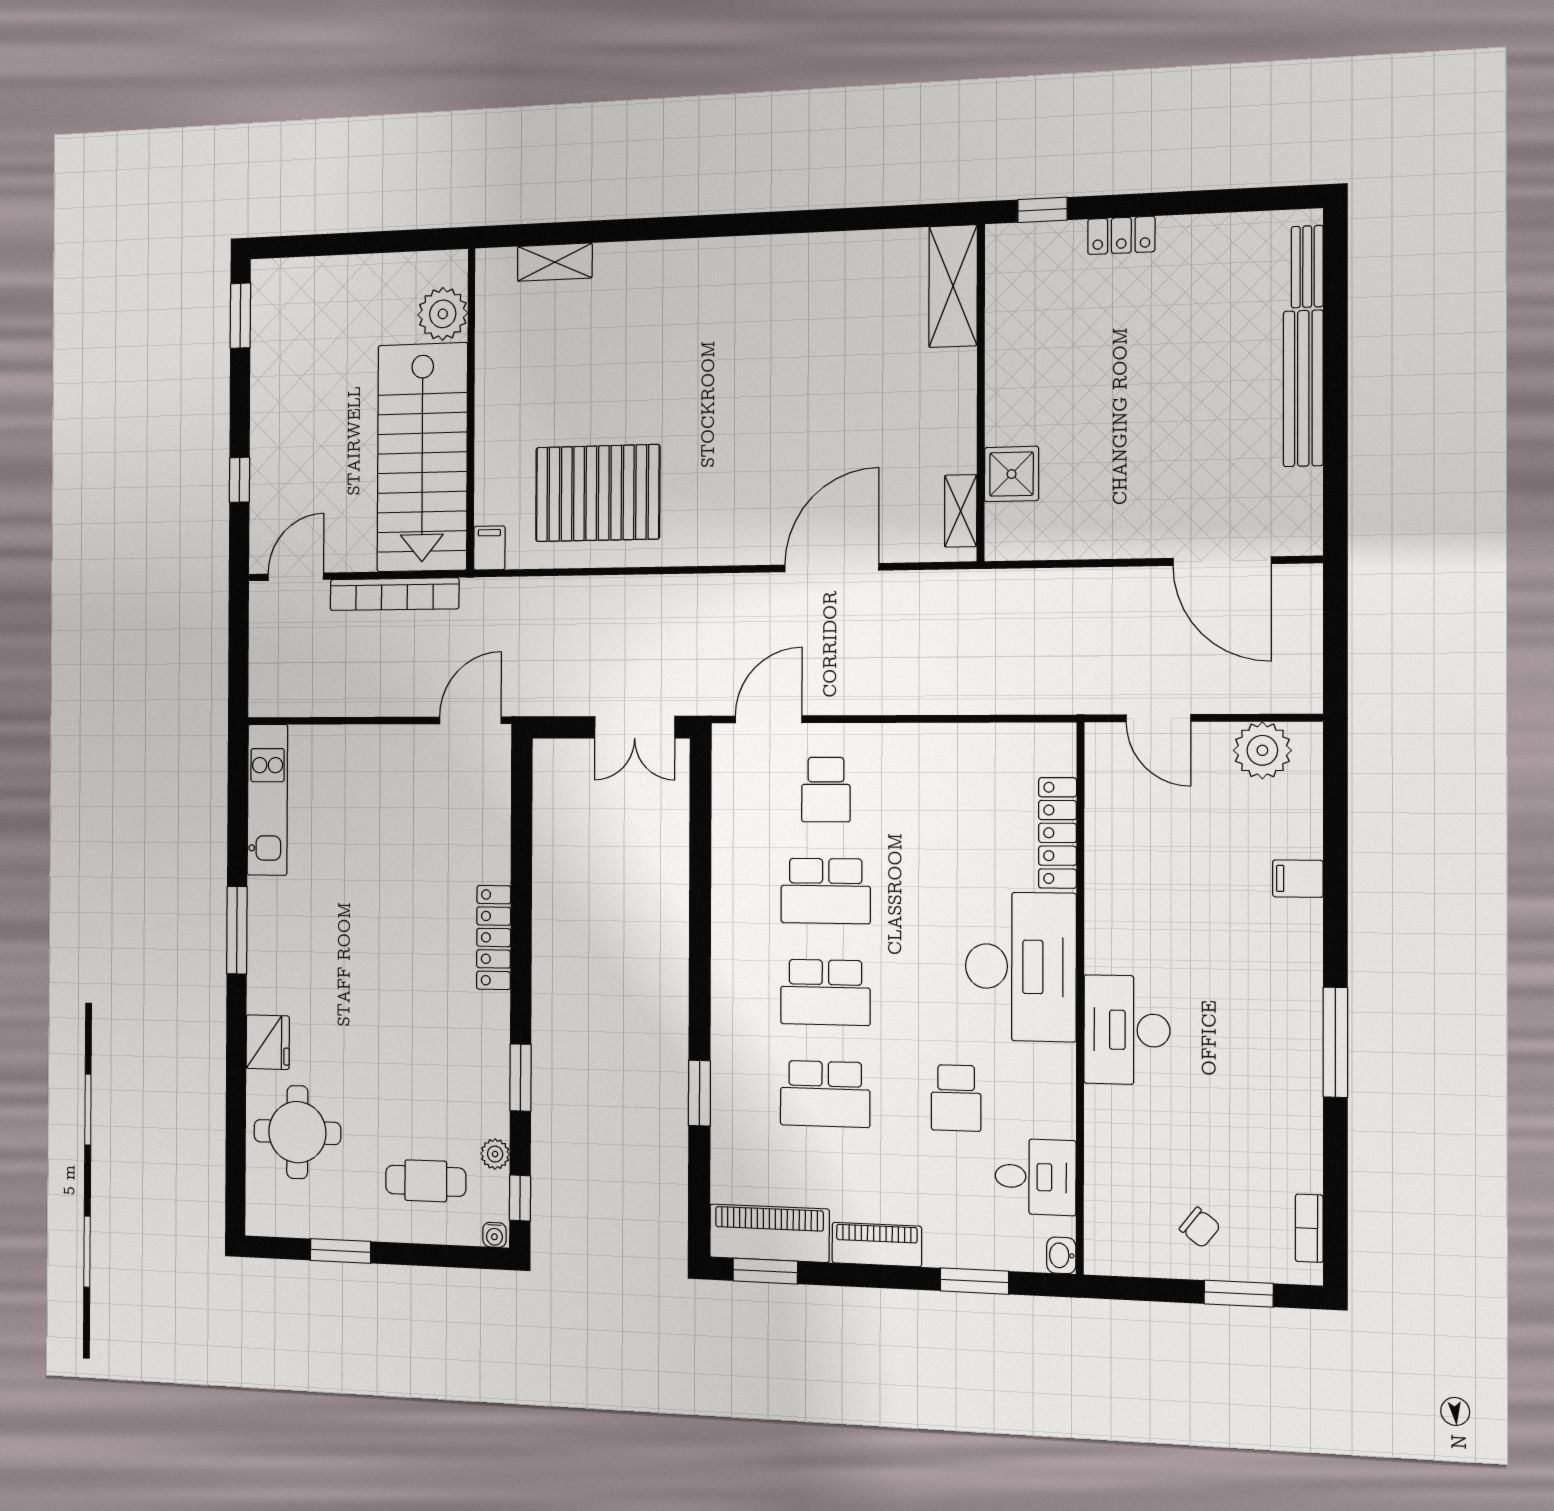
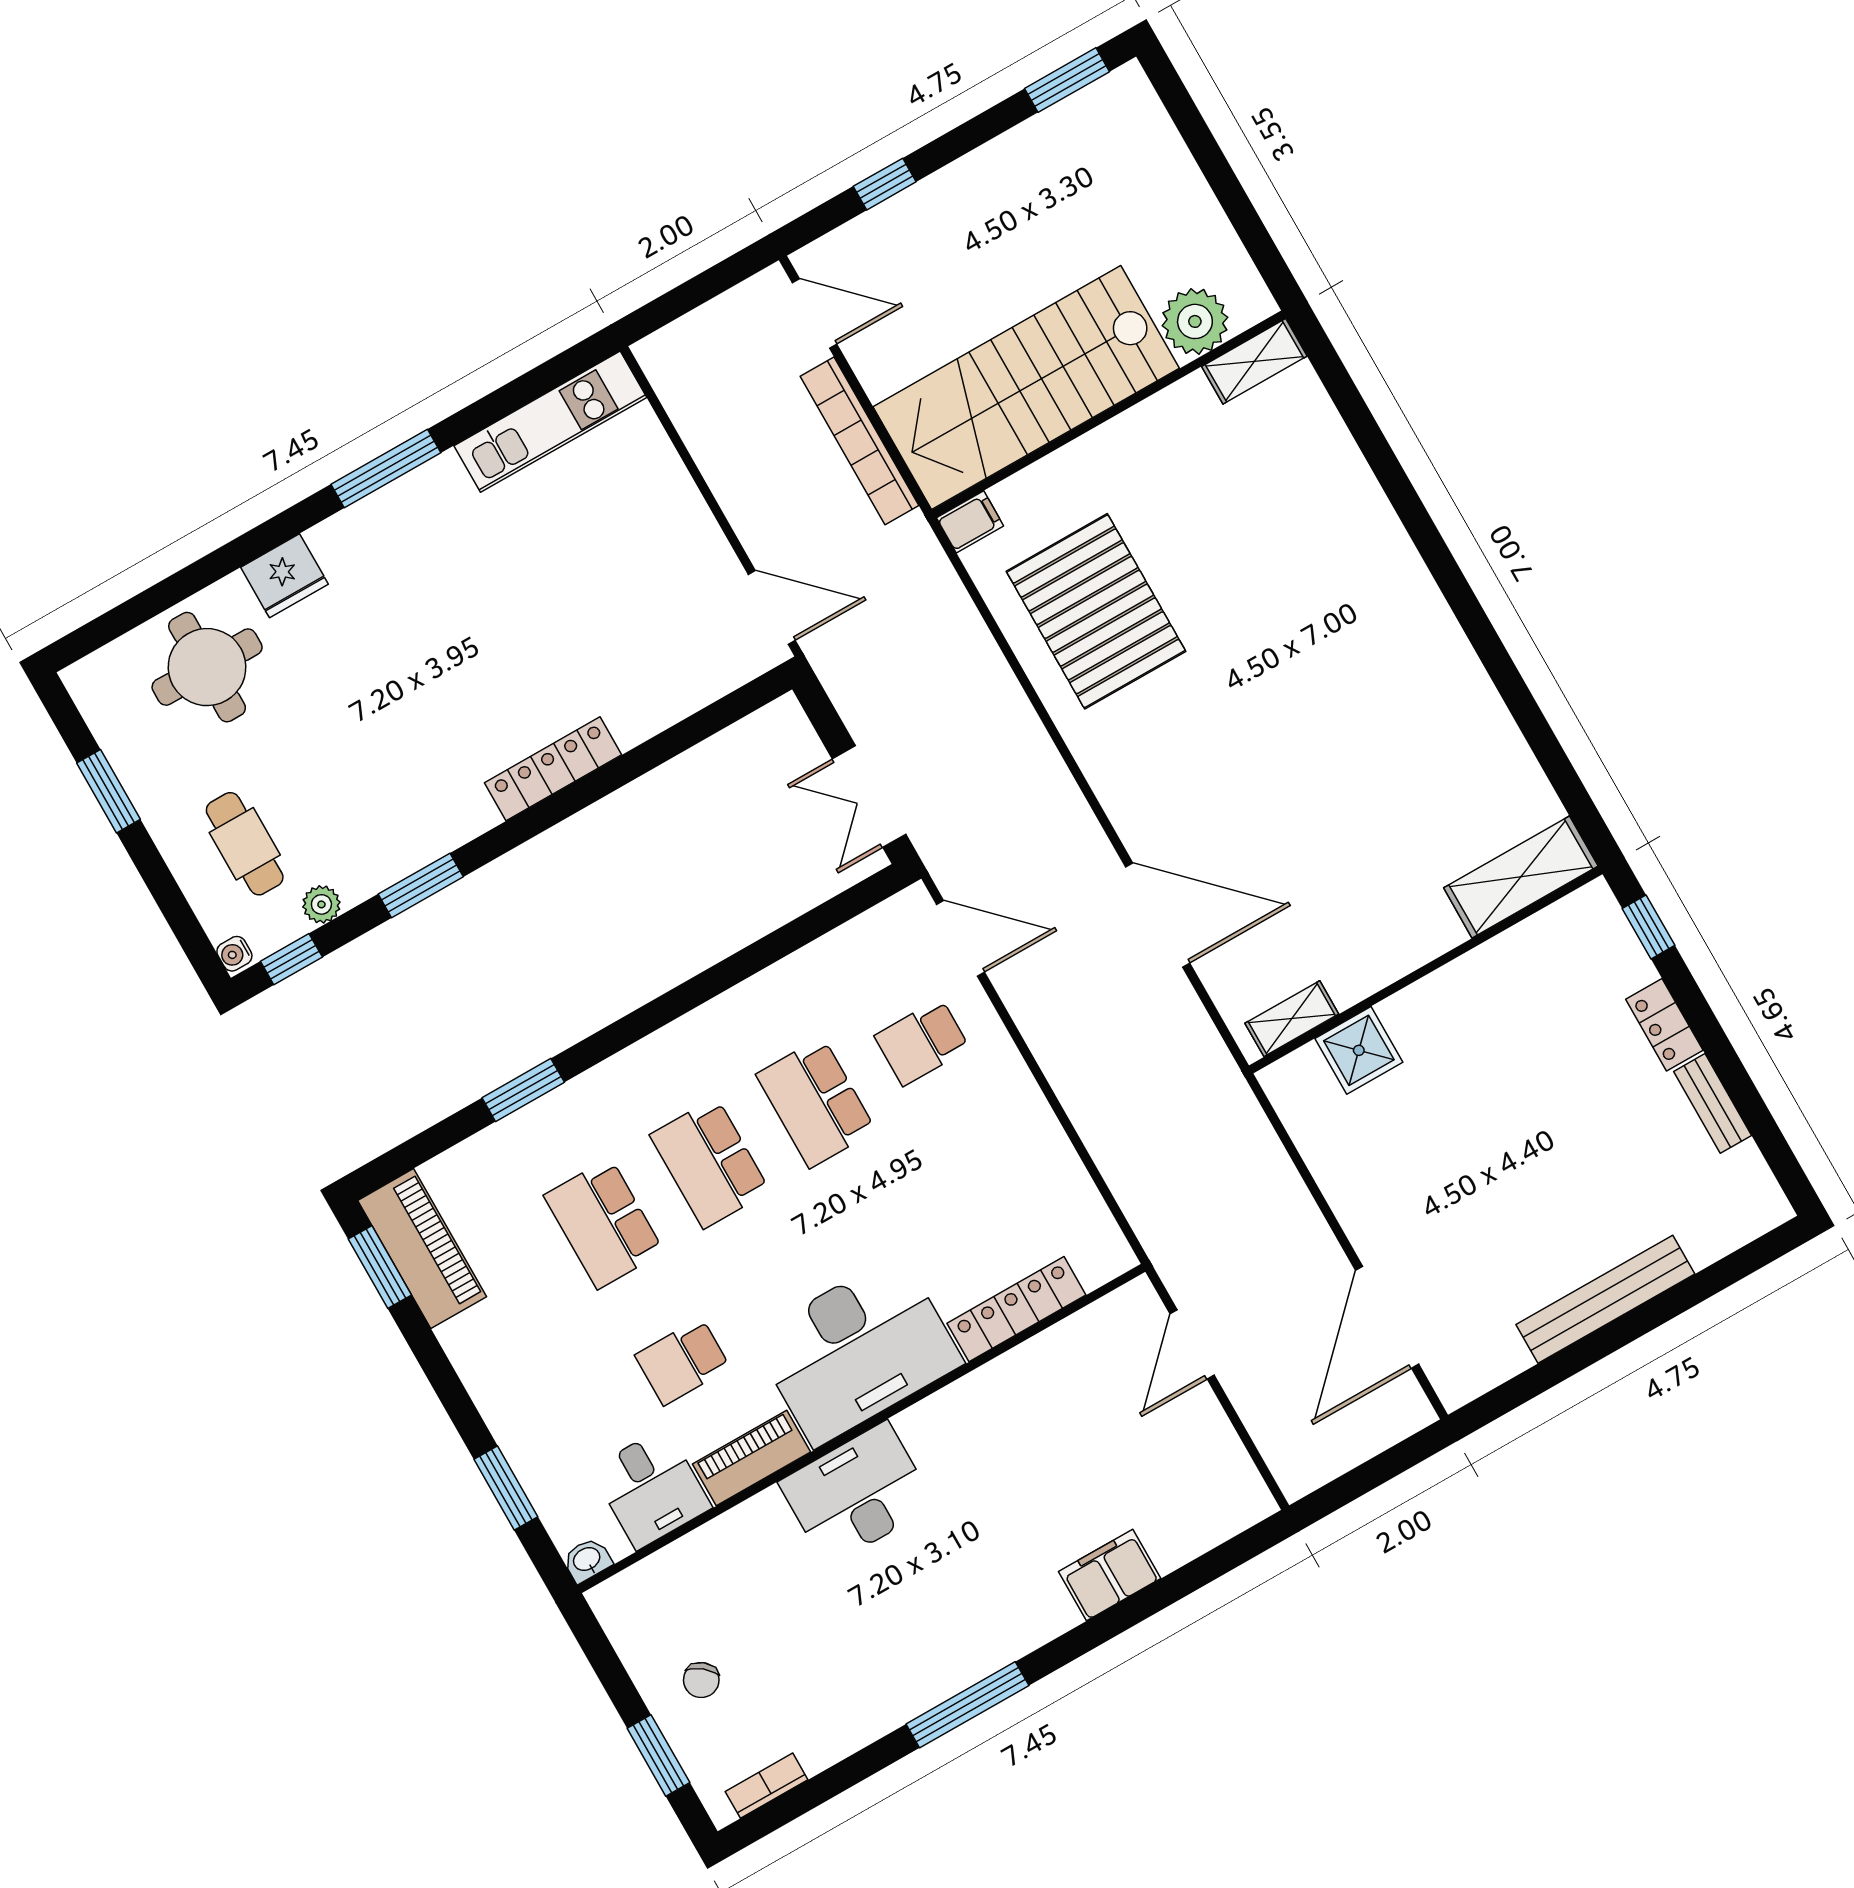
shelving: (555, 262) -> (1254, 361), moved, turned 90
bench: (1307, 267) -> (1713, 1103), moved, turned 90
plant: (1262, 750) -> (1218, 1467), removed
filing cabinet: (1298, 879) -> (1110, 1575), width x2.00
piano: (877, 1245) -> (751, 1458), moved, turned -90

